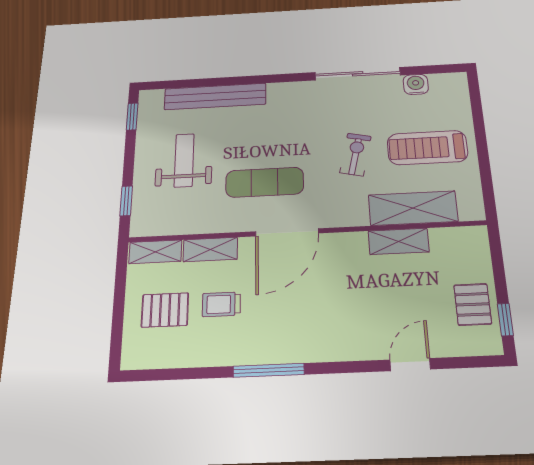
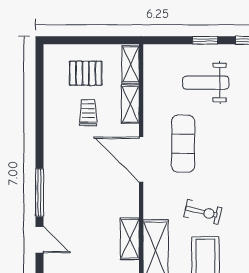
weight bench: (184, 160) -> (206, 83), turned 180
window: (126, 201) -> (205, 40), moved
pallet: (165, 310) -> (86, 73), turned 90
window: (269, 370) -> (40, 193), moved

